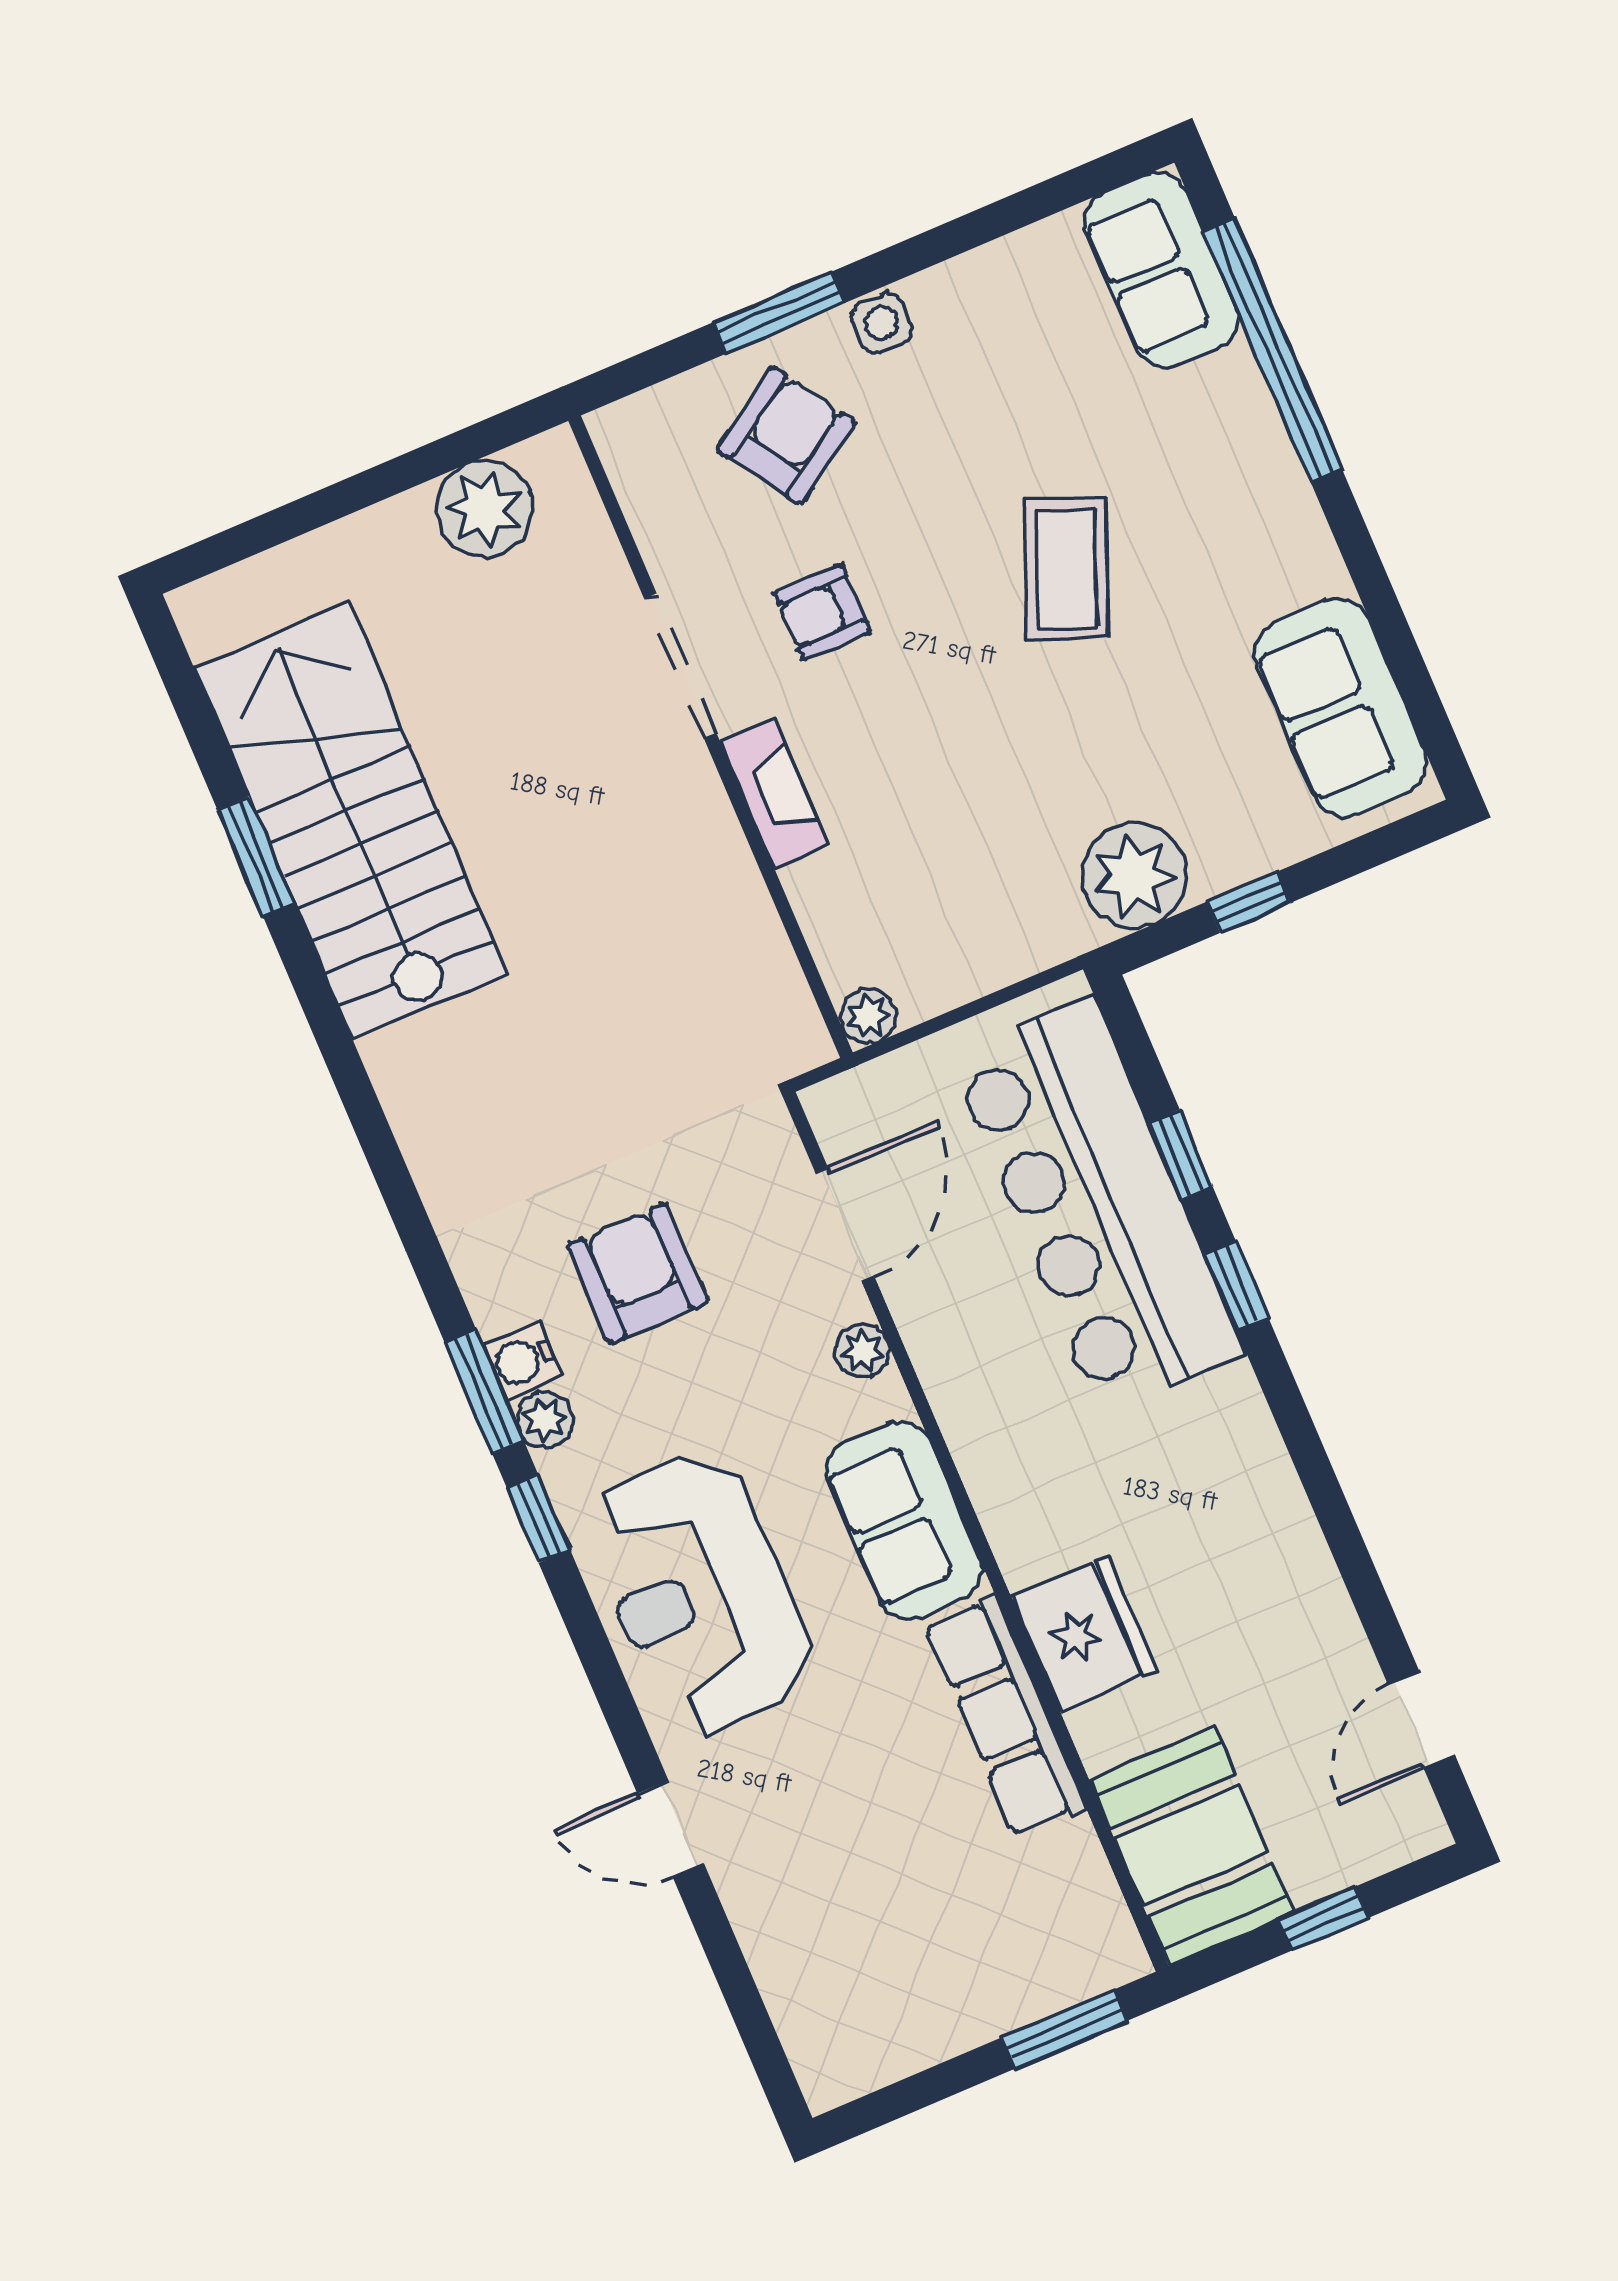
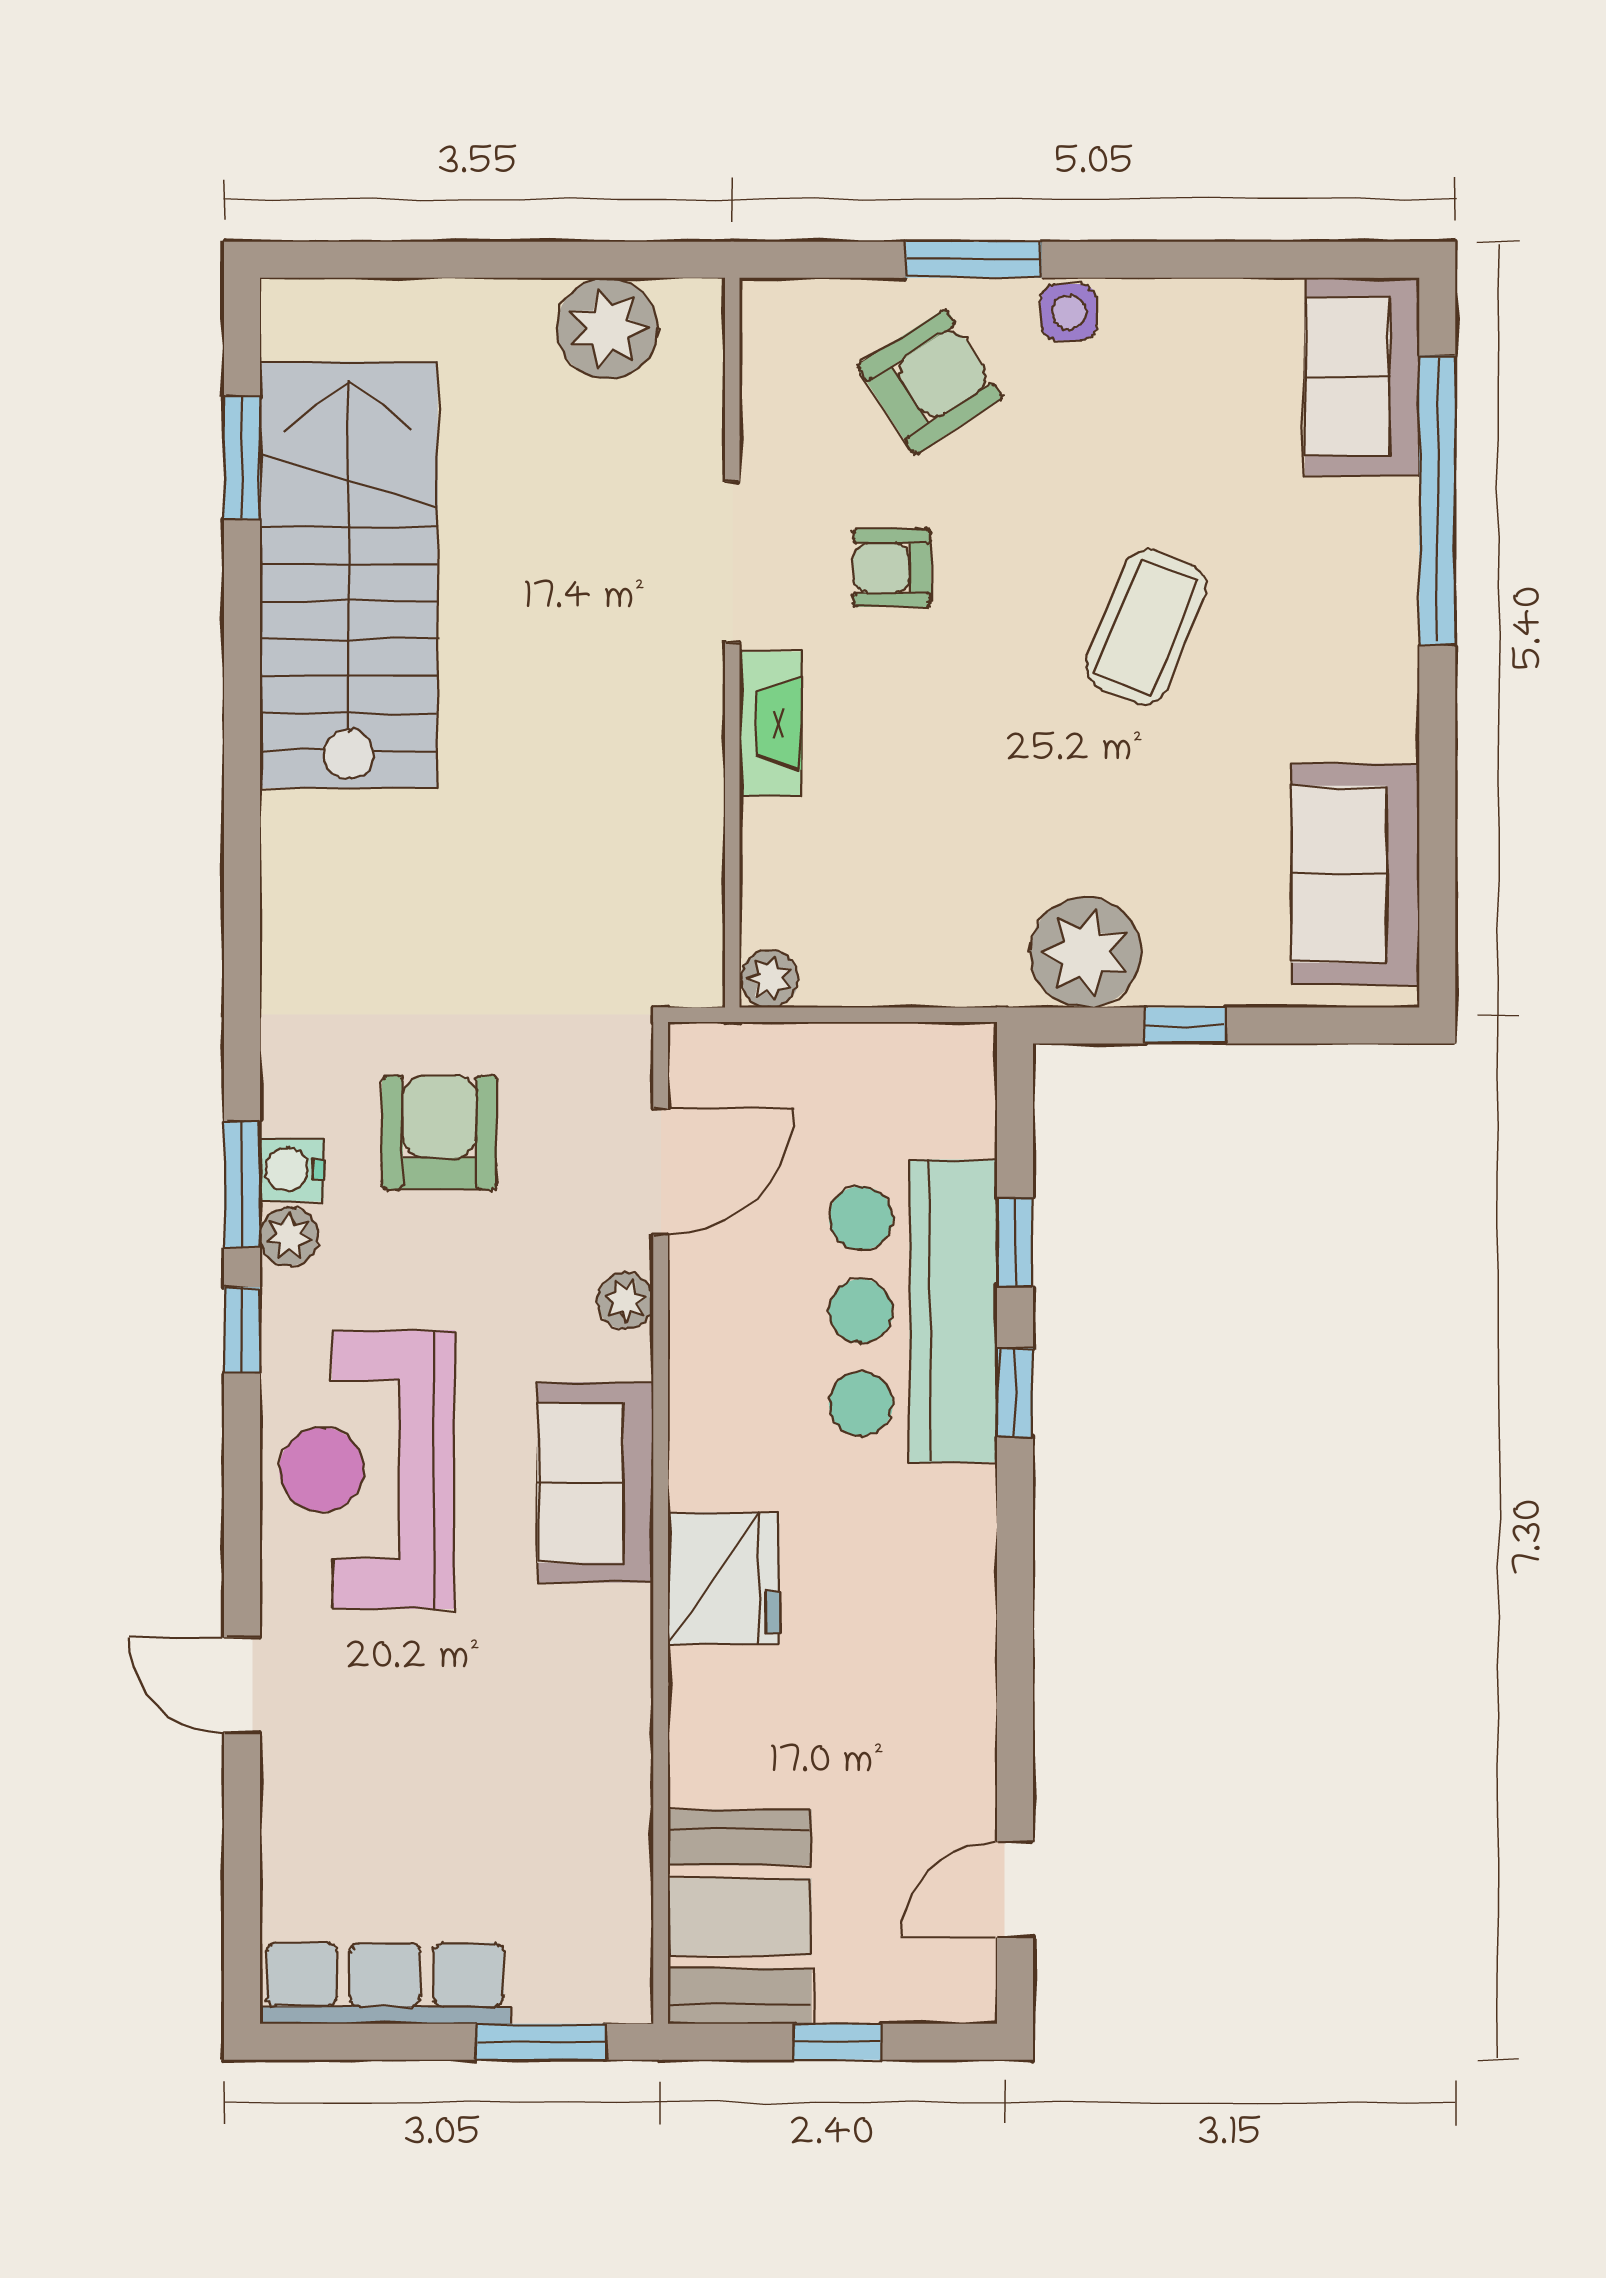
window: (256, 857) -> (242, 458), moved
bar counter: (1097, 1205) -> (913, 1311), width x0.73
fridge: (1084, 1633) -> (723, 1578), moved
row of seats: (1005, 1716) -> (385, 1983), moved, turned 90

